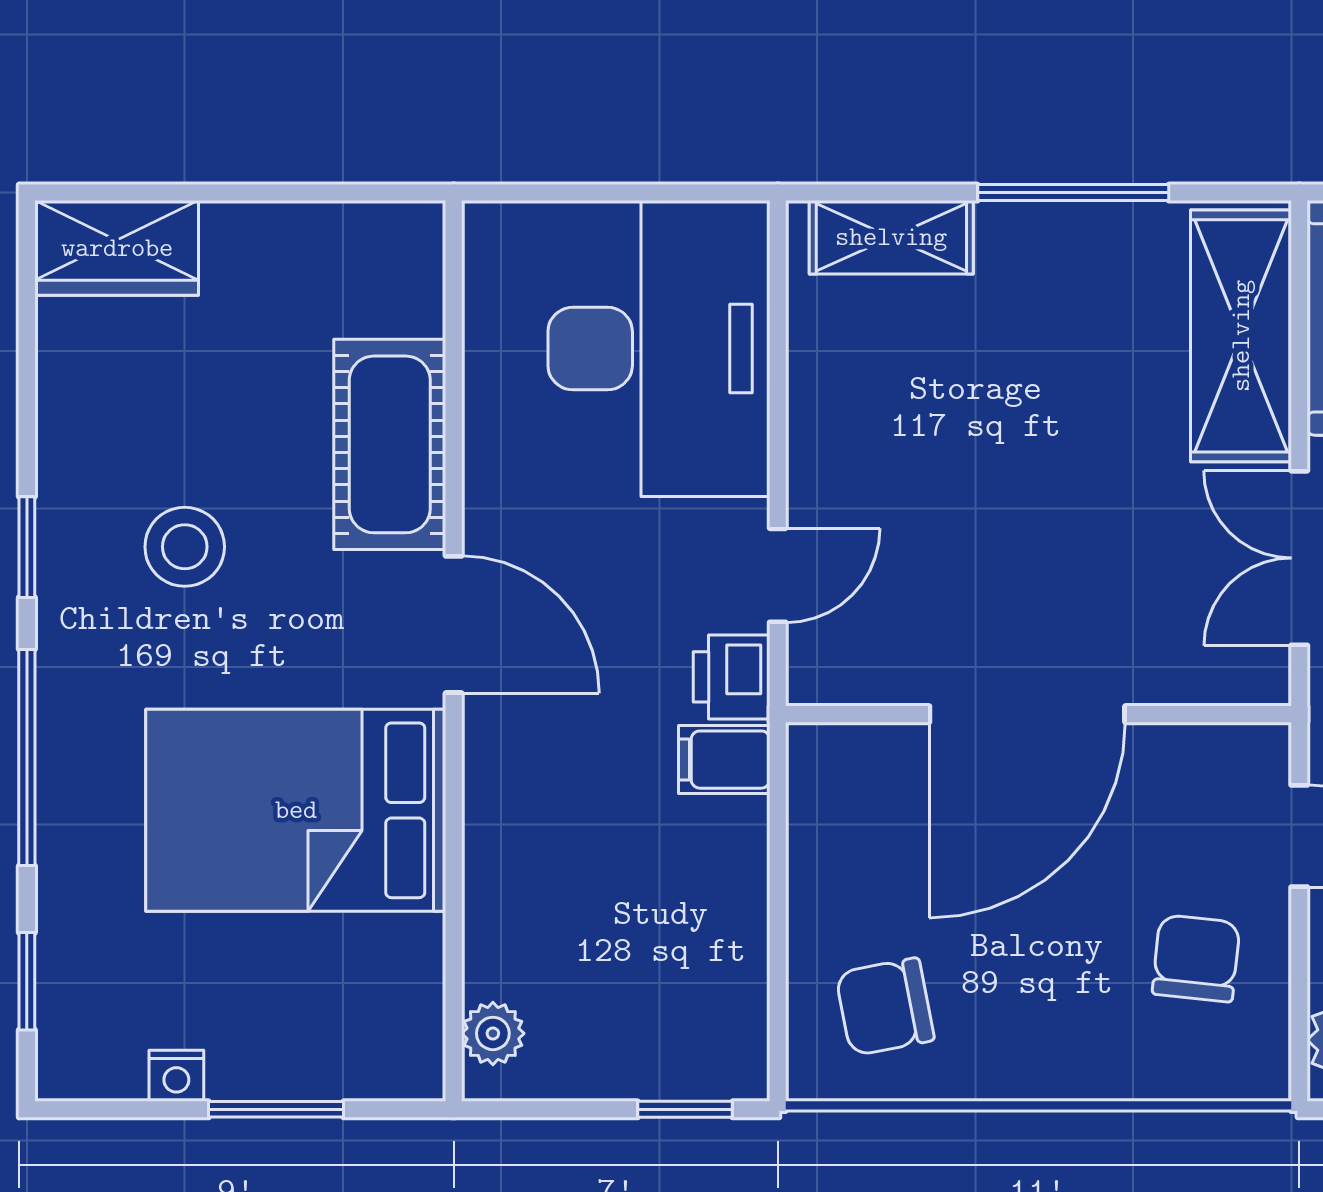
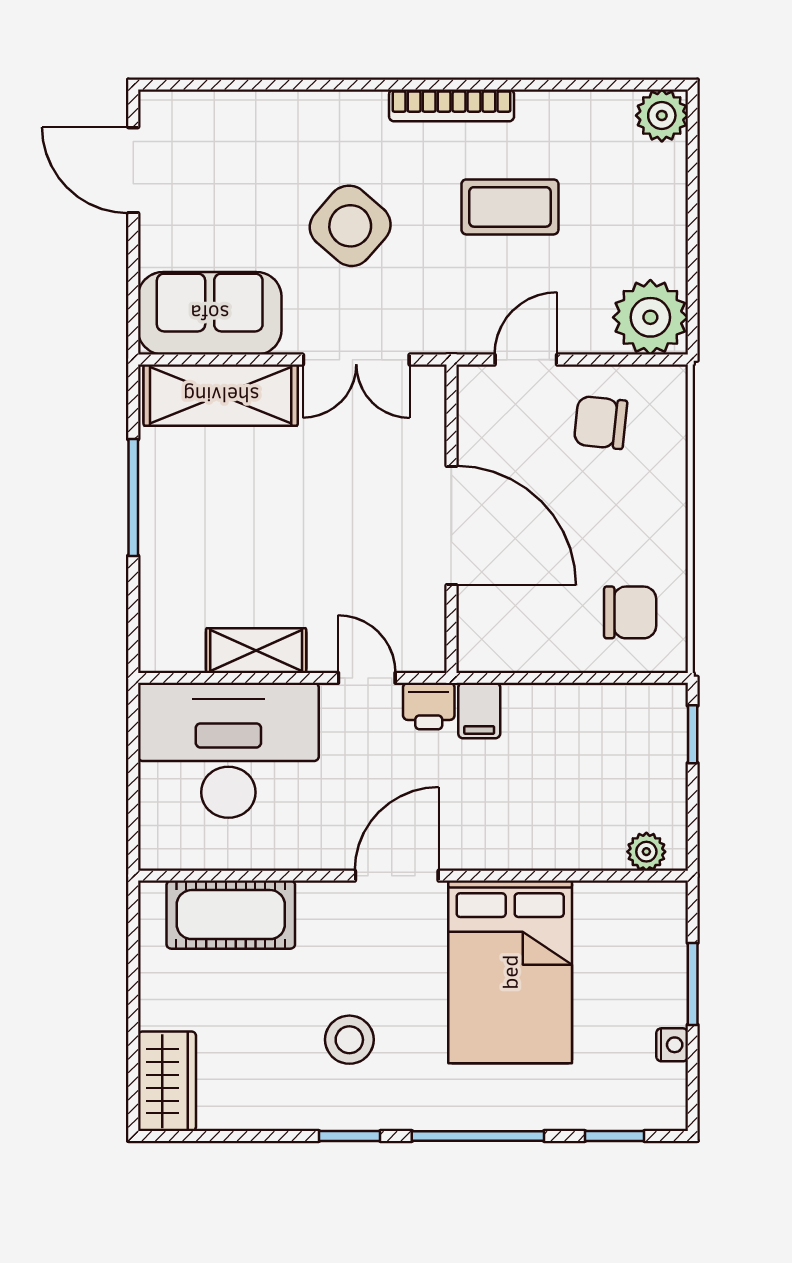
shelving: (891, 237) -> (256, 651), moved, turned 90
cot: (390, 444) -> (231, 915), moved
chair: (885, 1007) -> (630, 612), turned -79

